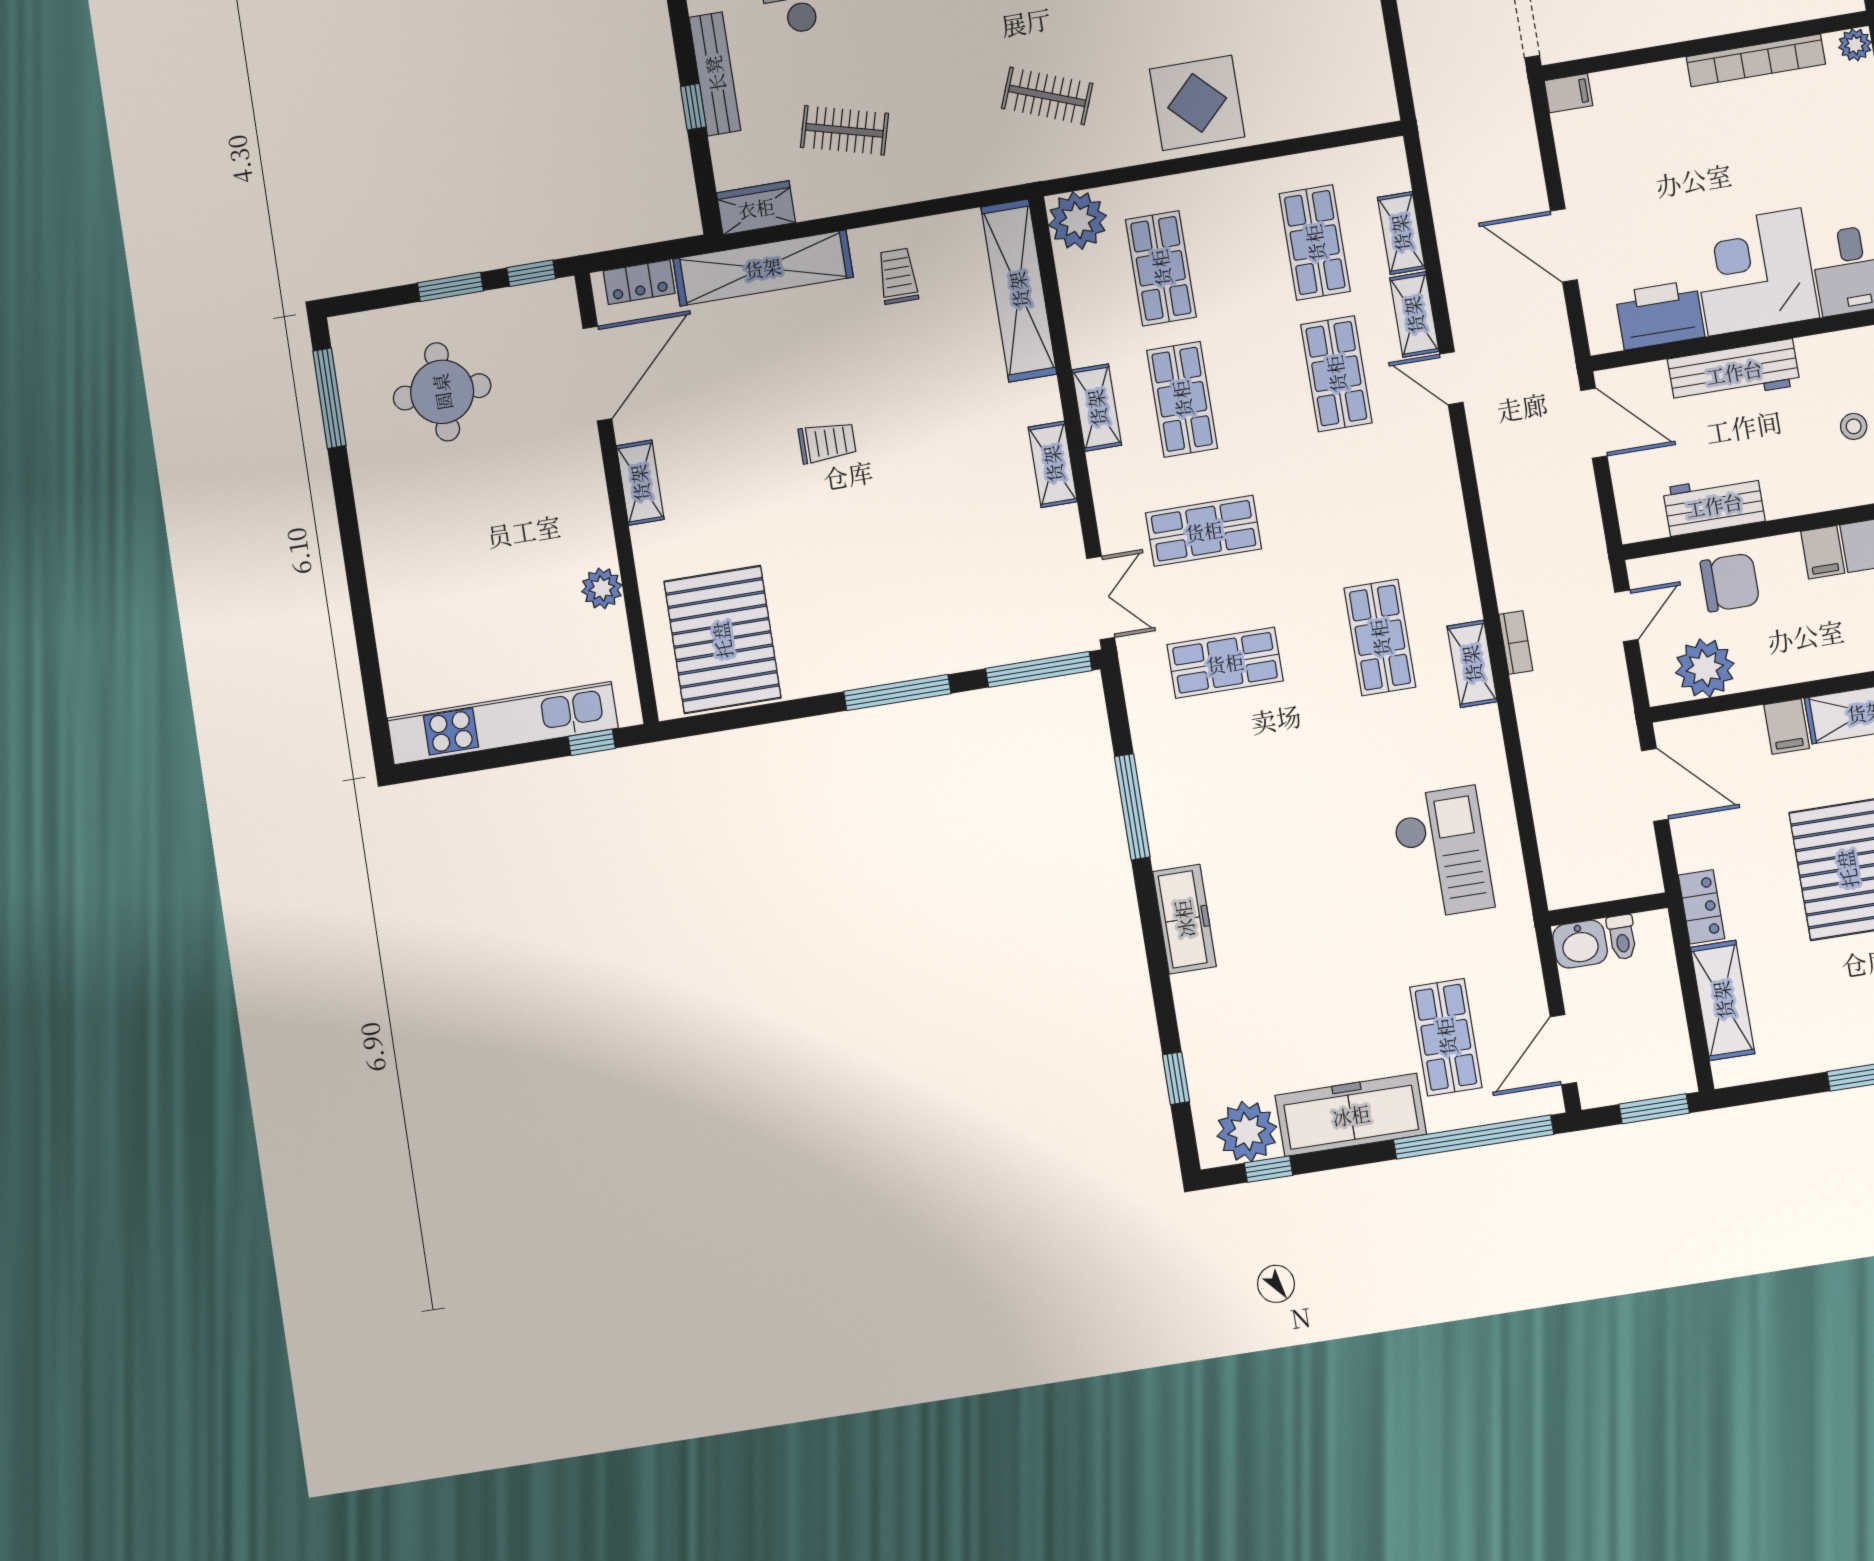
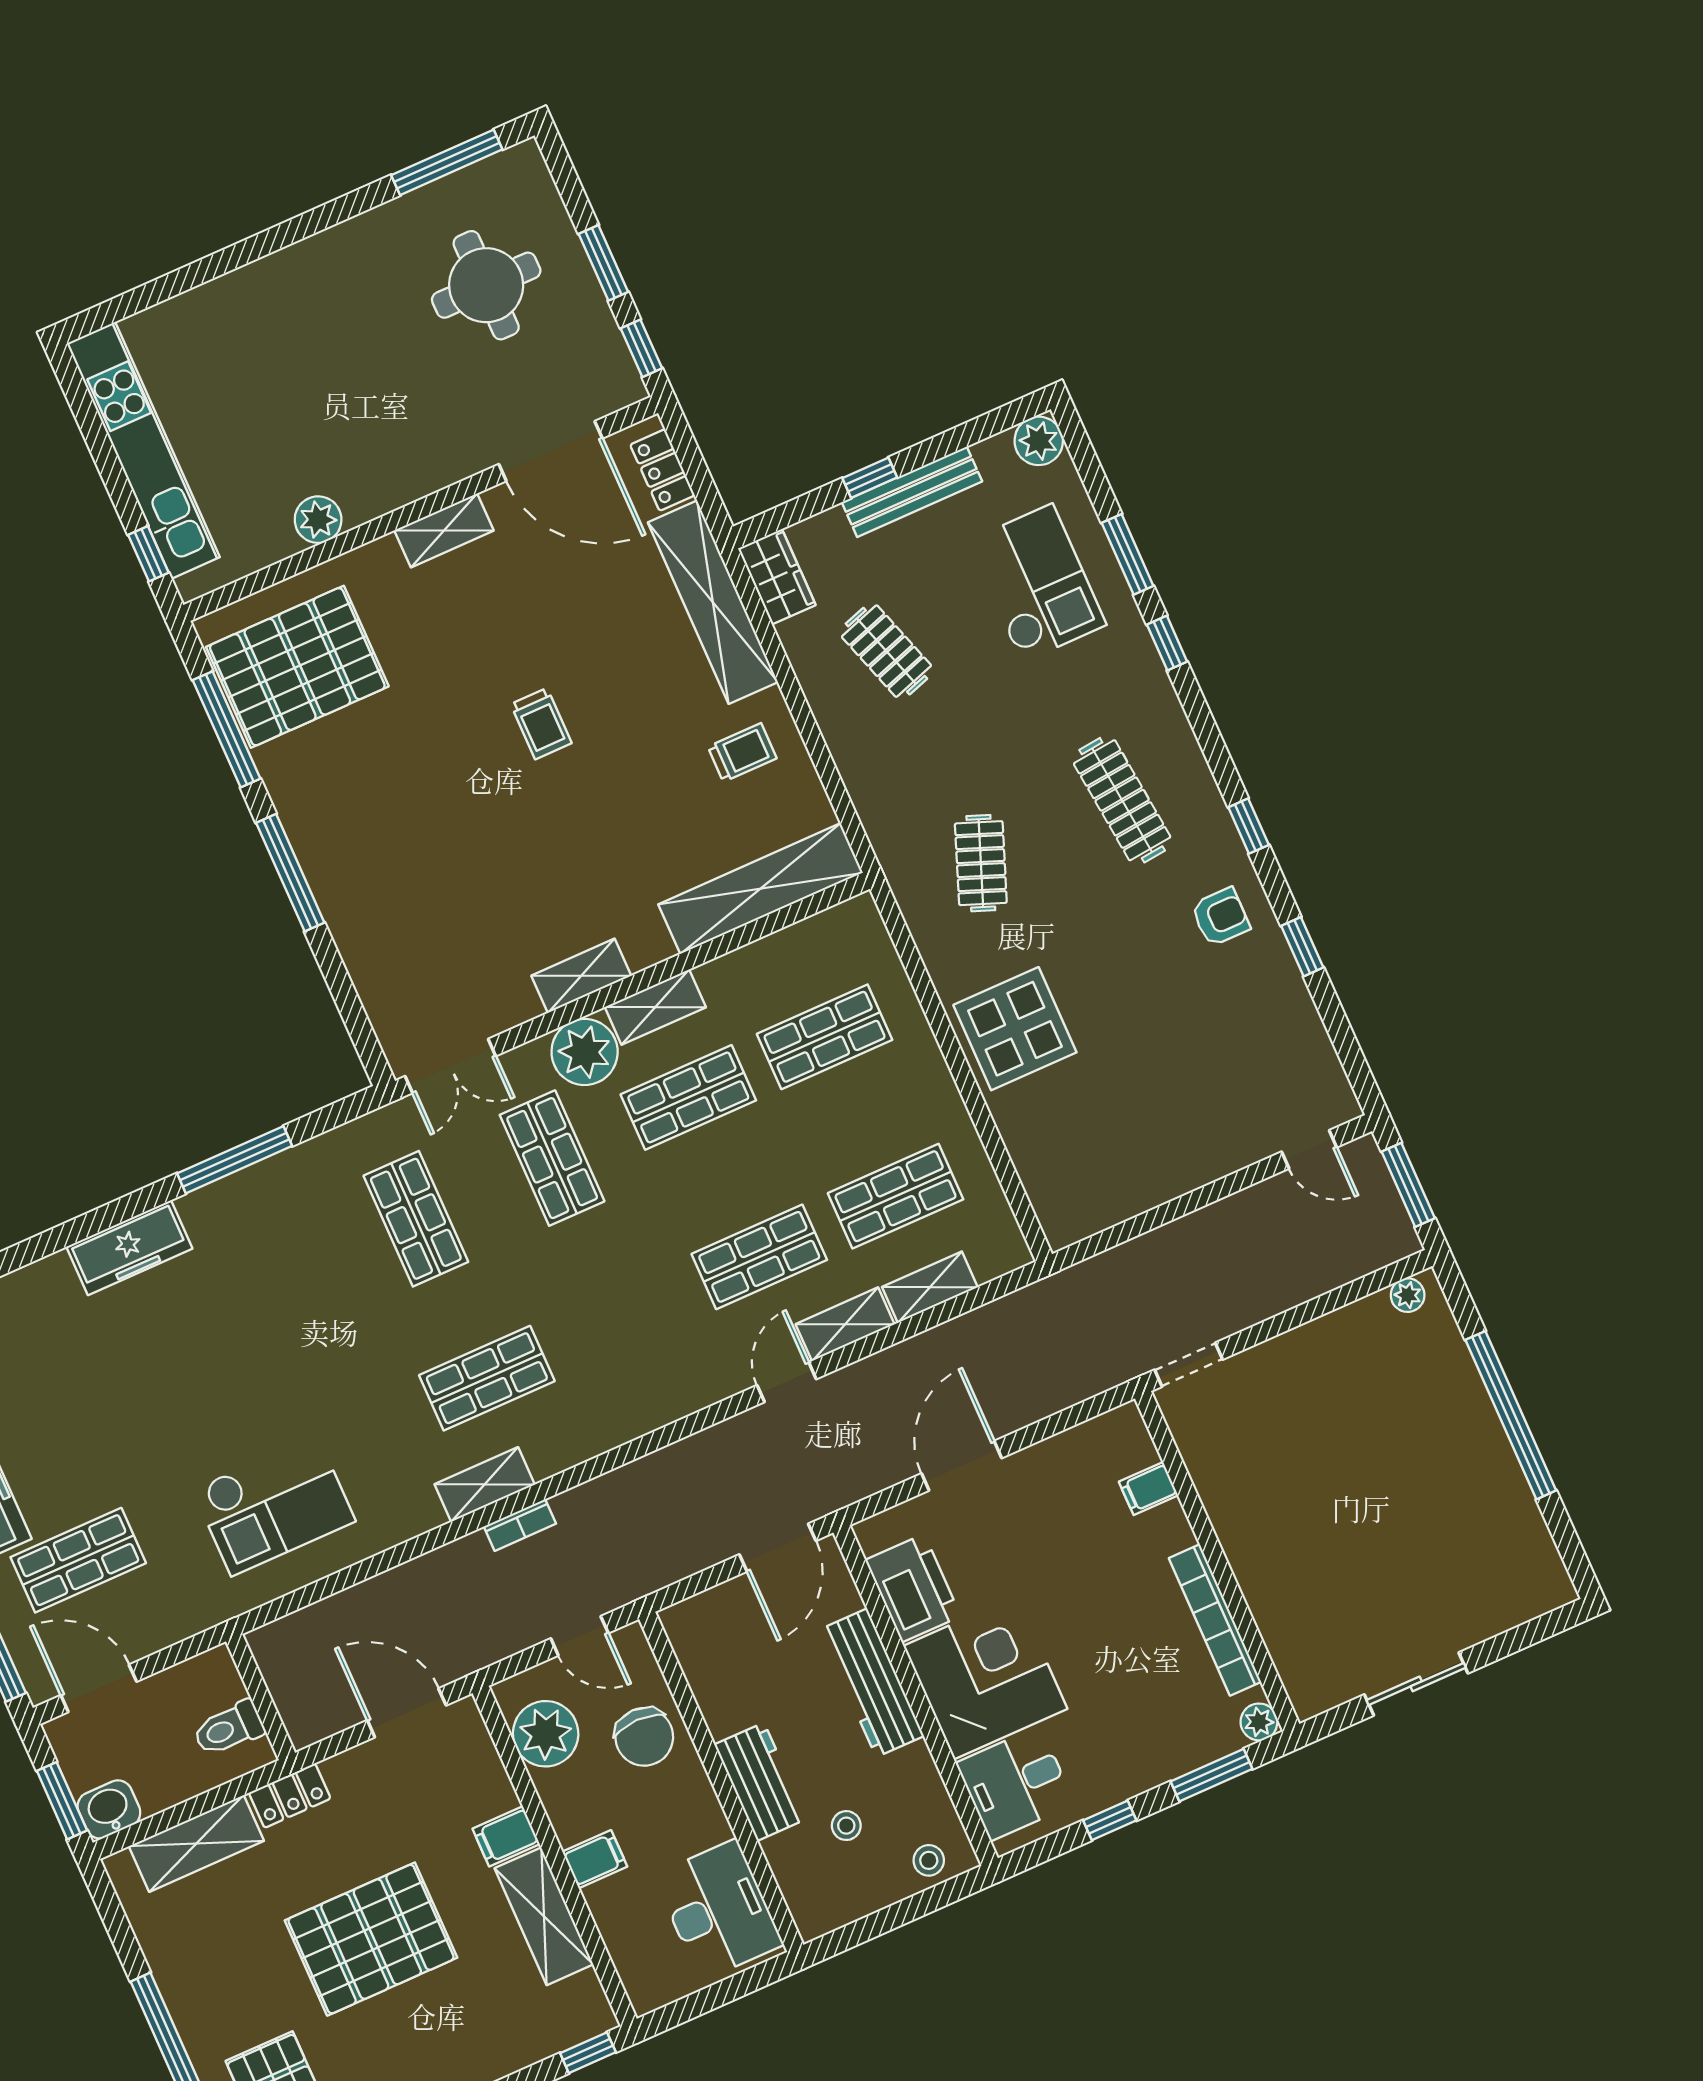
filing cabinet: (1568, 93) -> (1148, 1489), moved, turned 90
clothes rail: (844, 130) -> (886, 651), turned -33
plant: (1077, 220) -> (585, 1052), moved
workbench: (1714, 505) -> (761, 1782), moved
filing cabinet: (1823, 552) -> (595, 1859), moved, turned 180
window: (1039, 669) -> (227, 729), moved
door: (1655, 785) -> (407, 1713), swing flipped
toilet: (1622, 937) -> (229, 1728), width x1.37, depth x1.39
washbasin: (1580, 944) -> (109, 1809), moved, turned 90

